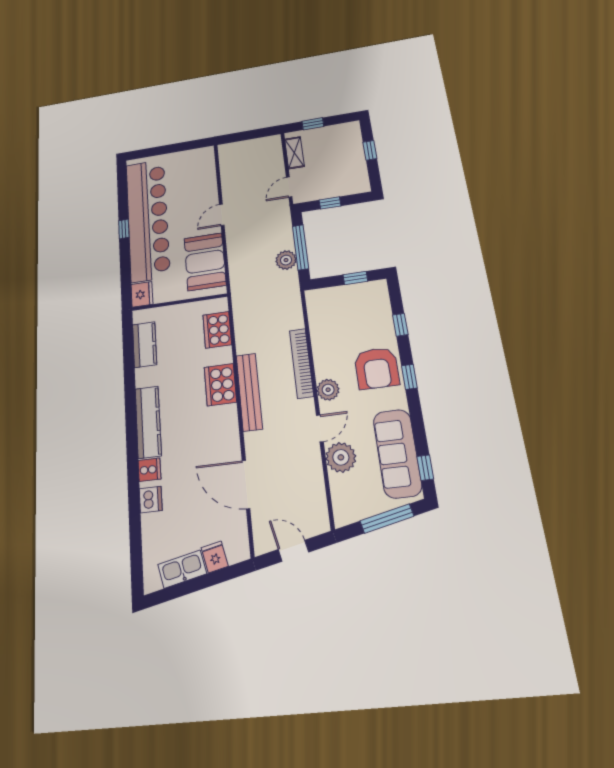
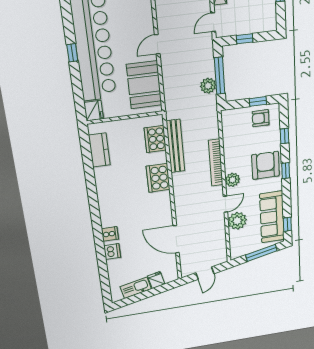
armchair: (362, 300) -> (261, 118), added
armchair: (377, 368) -> (266, 165), turned 180
bench: (249, 392) -> (175, 146), moved
kitchen counter: (148, 422) -> (107, 204), removed
door: (293, 551) -> (205, 273), swing flipped

